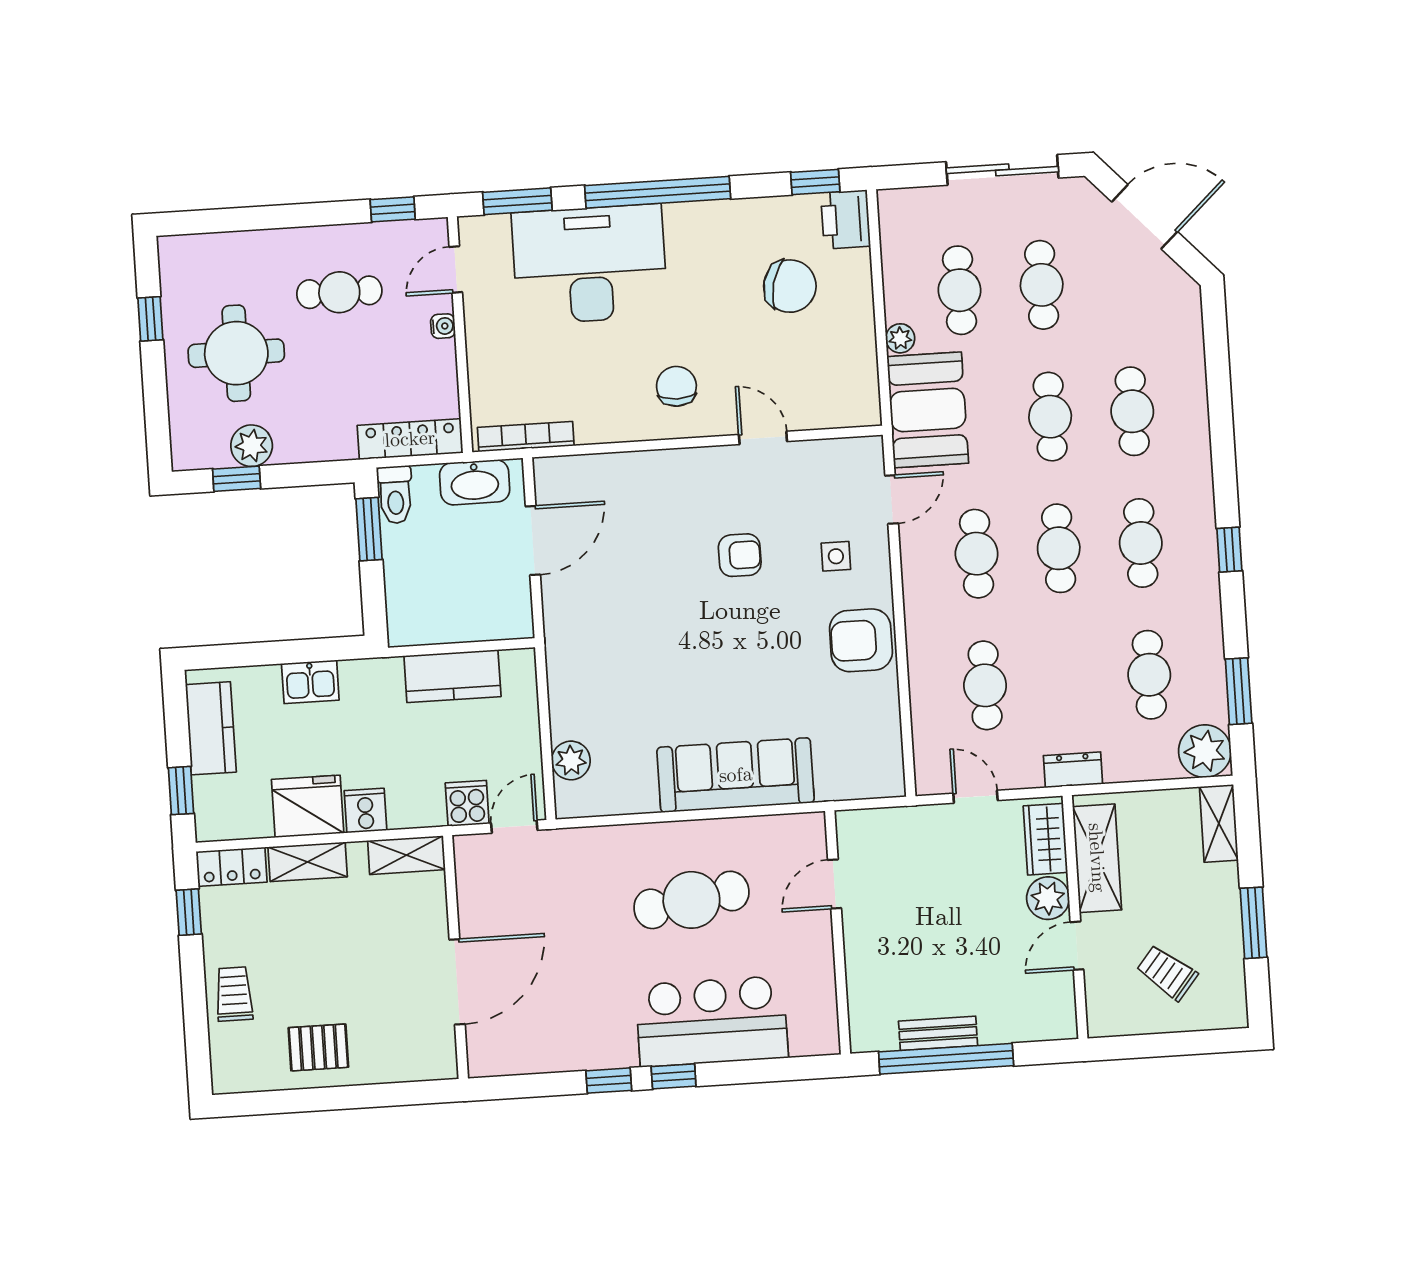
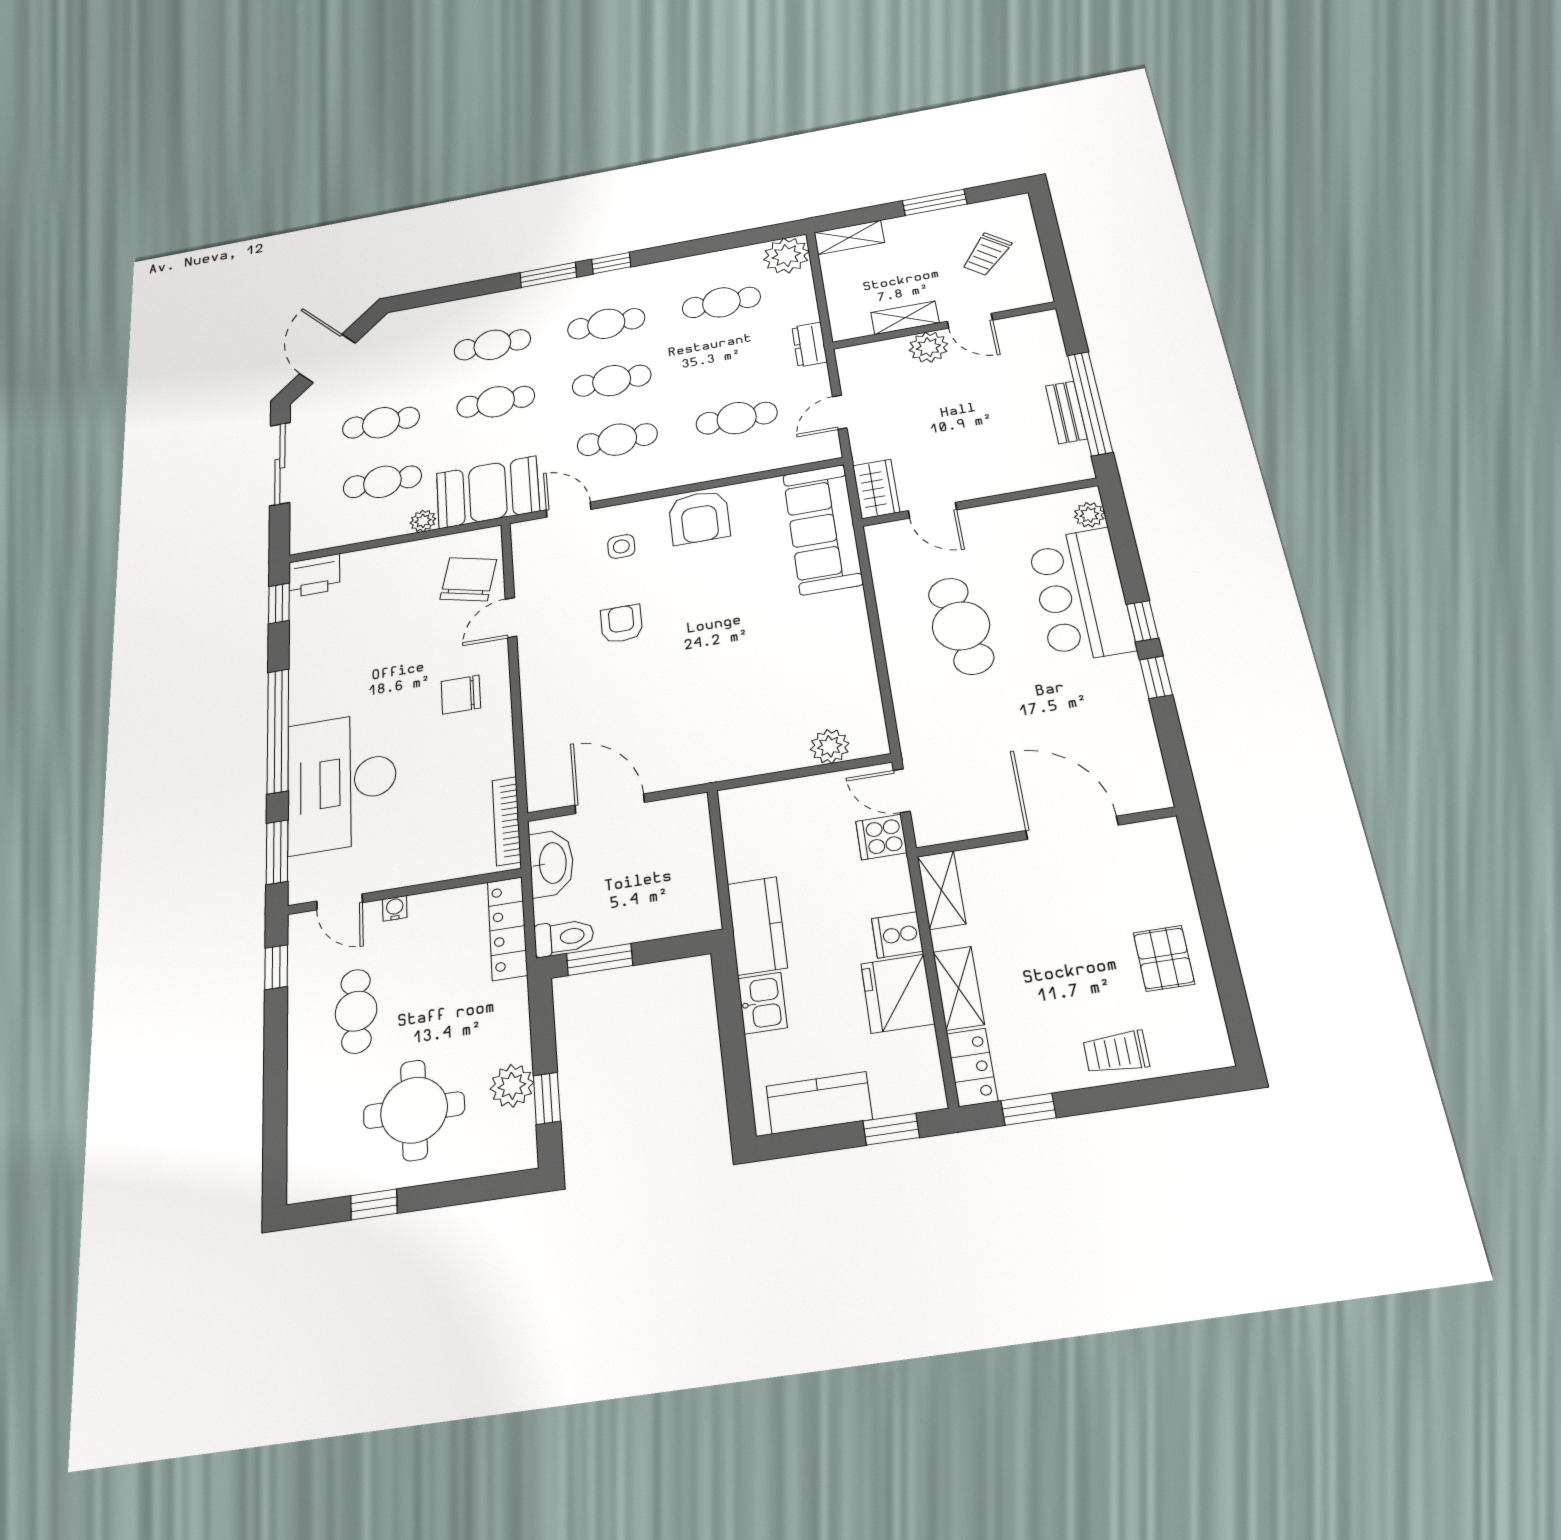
chair: (790, 286) -> (468, 579), moved
kitchen counter: (452, 676) -> (757, 926), moved
window: (1239, 691) -> (548, 275), moved
sofa: (736, 775) -> (822, 529), moved
wardrobe: (1045, 839) -> (876, 489), moved, turned -90
shelving: (1097, 858) -> (905, 318), width x0.67, depth x0.75
plant: (806, 1041) -> (1089, 515), added

